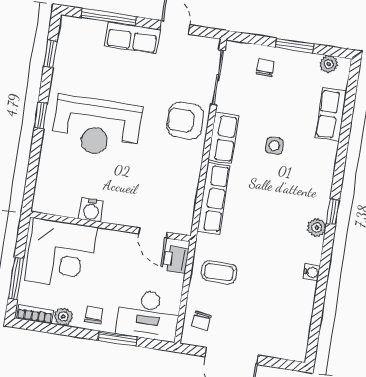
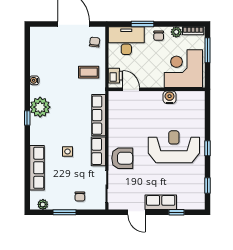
window: (109, 17) -> (177, 212), width x0.46
row of seats: (331, 114) -> (37, 168), width x1.48
plant: (317, 228) -> (40, 107), width x1.87, depth x1.87

